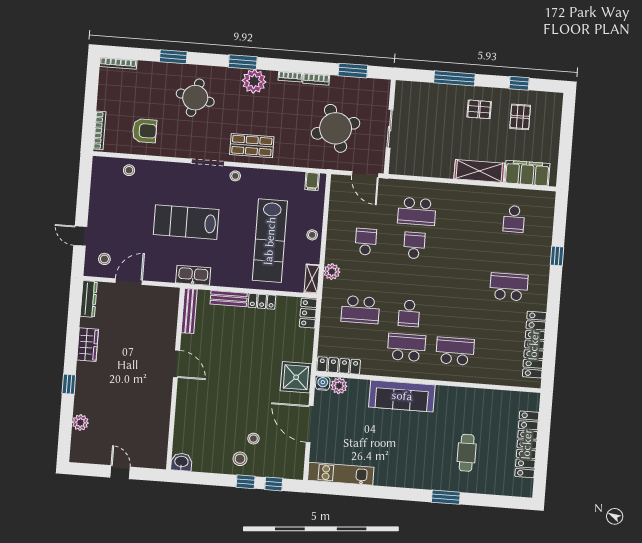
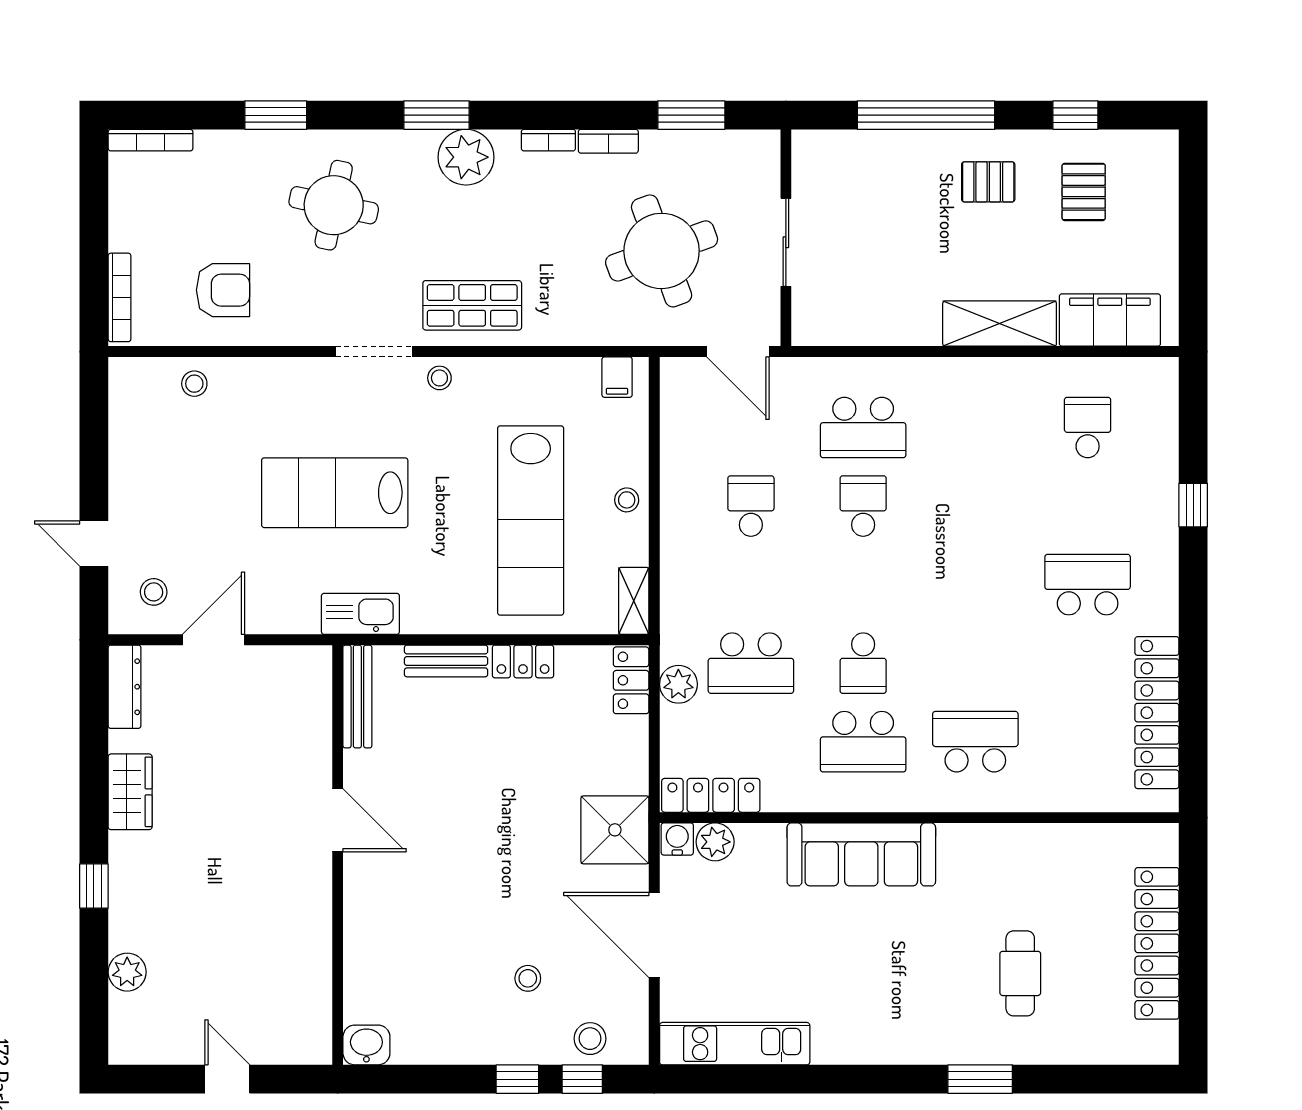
window: (454, 78) -> (926, 115), width x1.46
school desk: (514, 219) -> (1088, 428), turned 180
plant: (332, 272) -> (678, 684), moved
school desk: (406, 347) -> (863, 742), turned 180
stool: (240, 459) -> (590, 1039), moved

